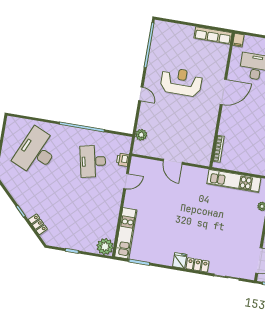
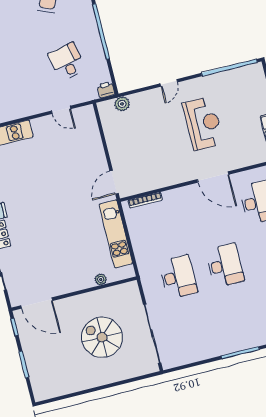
printer: (123, 160) -> (106, 90), moved
desk: (93, 161) -> (67, 62), width x0.73
door: (173, 162) -> (114, 182), moved

